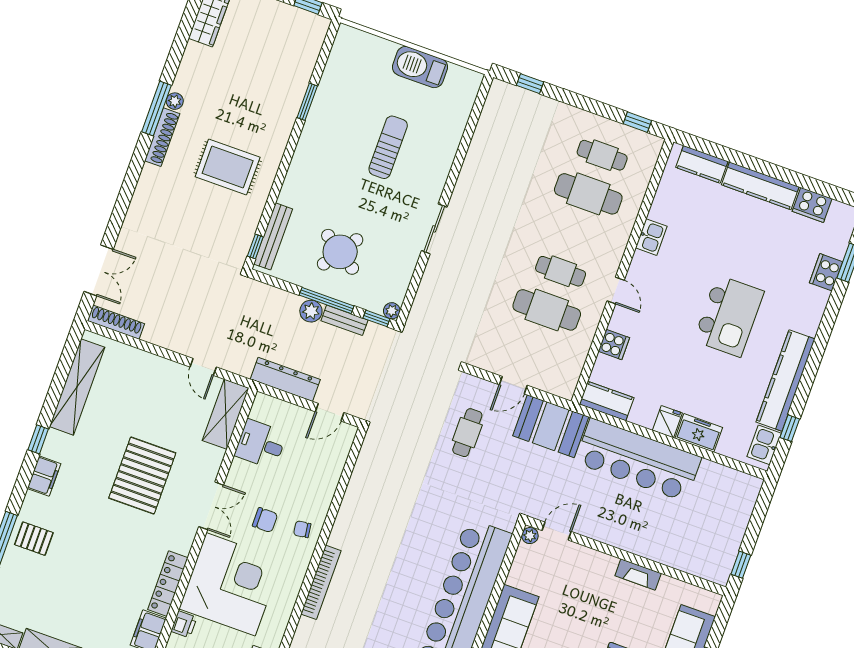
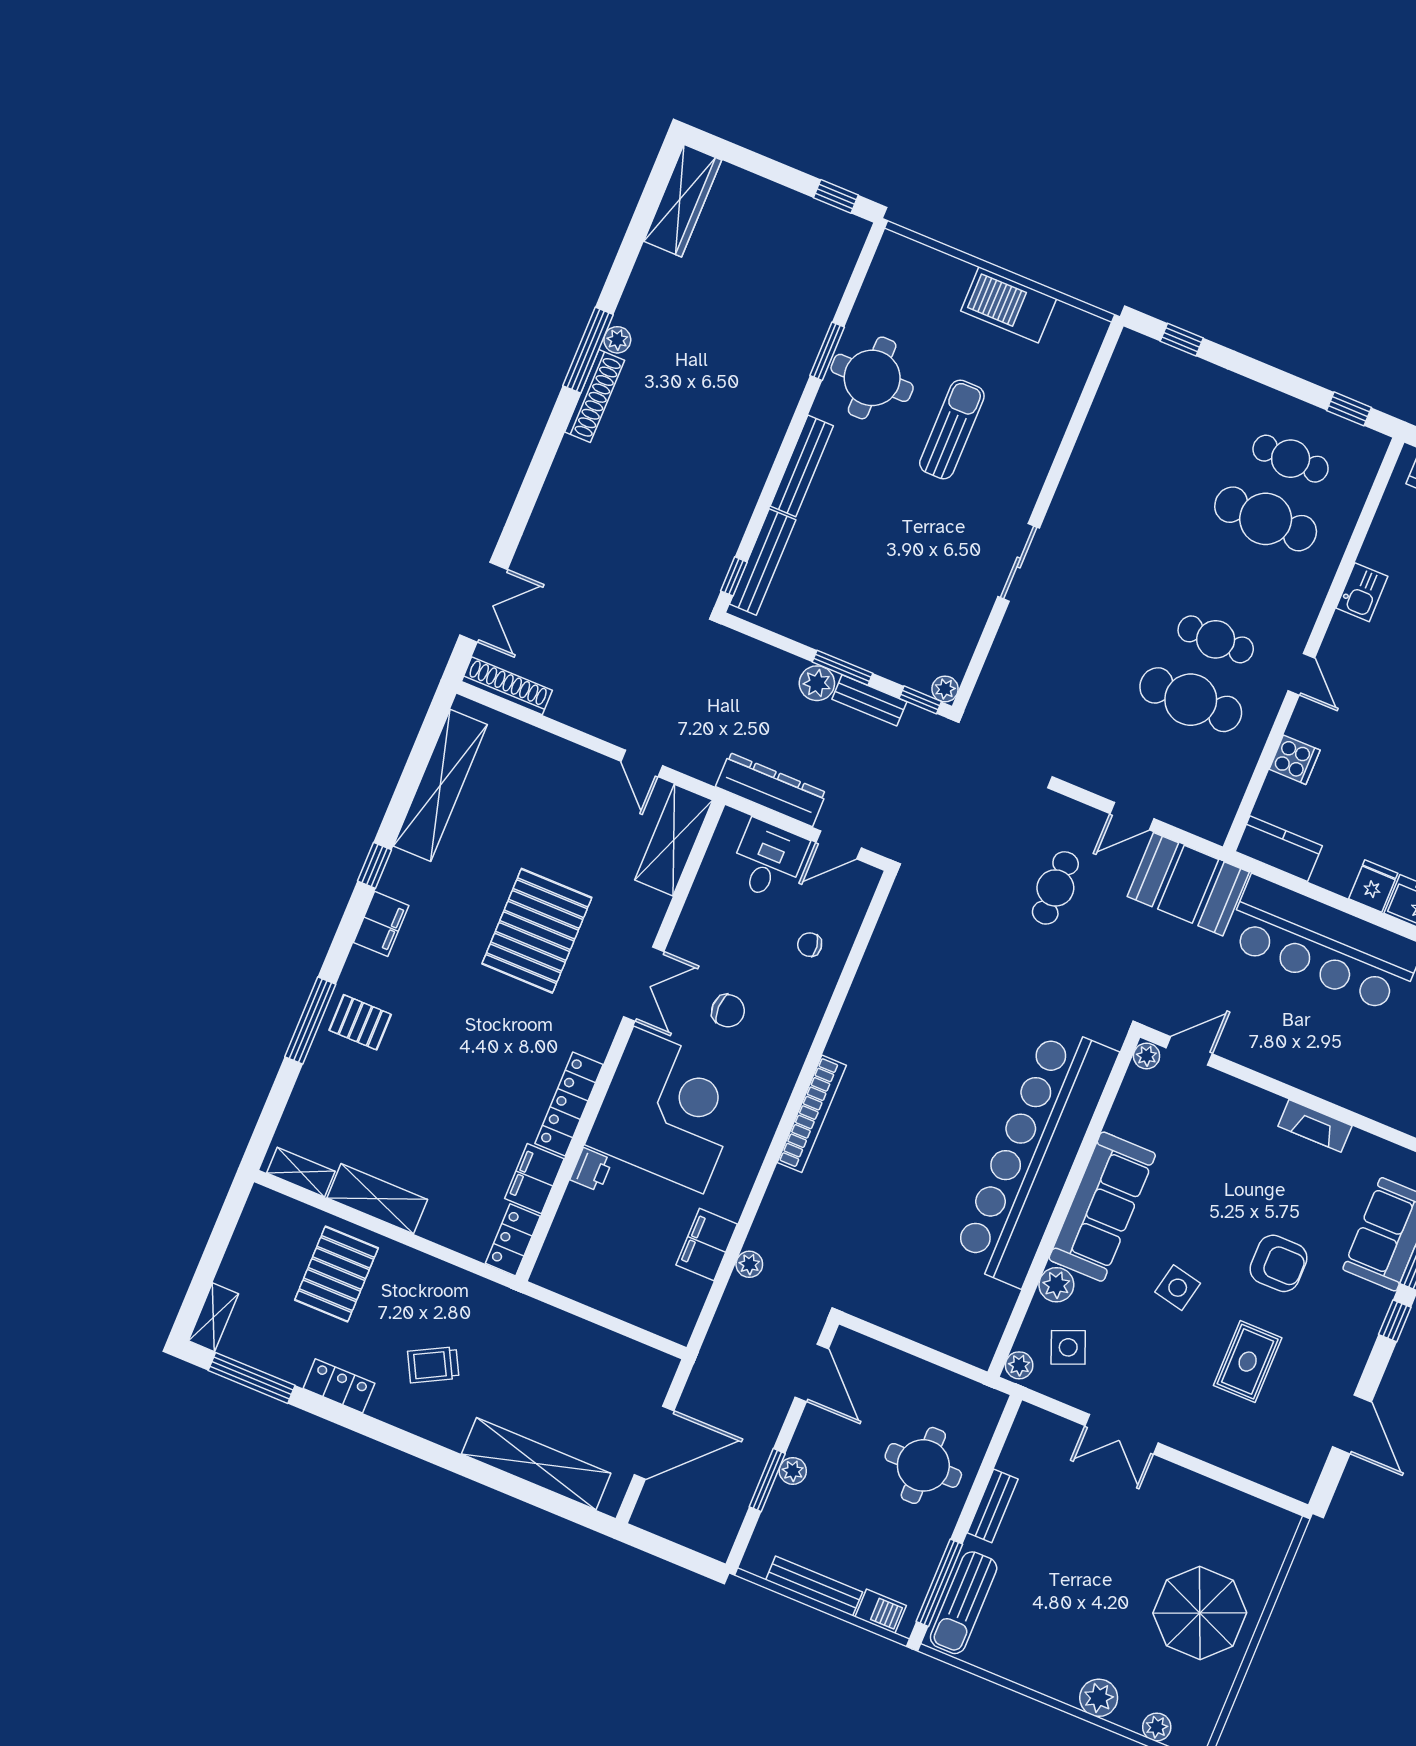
rug: (228, 167) -> (696, 448), removed
bench: (295, 175) -> (802, 466), added
round table: (340, 252) -> (872, 378), moved, turned -34
window: (327, 301) -> (842, 668), width x0.69
desk: (261, 444) -> (768, 860), moved, turned 90
chair: (302, 529) -> (810, 945), moved

